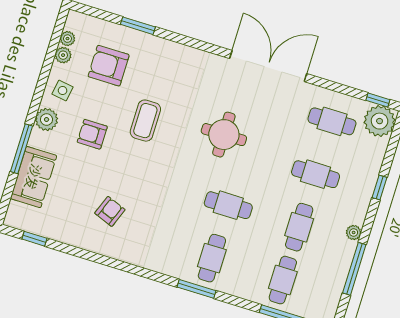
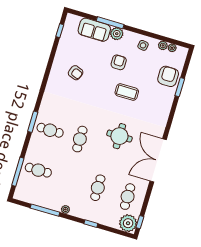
armchair: (109, 66) -> (168, 76), moved
double door: (268, 66) -> (158, 160), swing flipped
plant: (47, 119) -> (117, 34), moved
cafe table: (299, 227) -> (68, 179), removed

